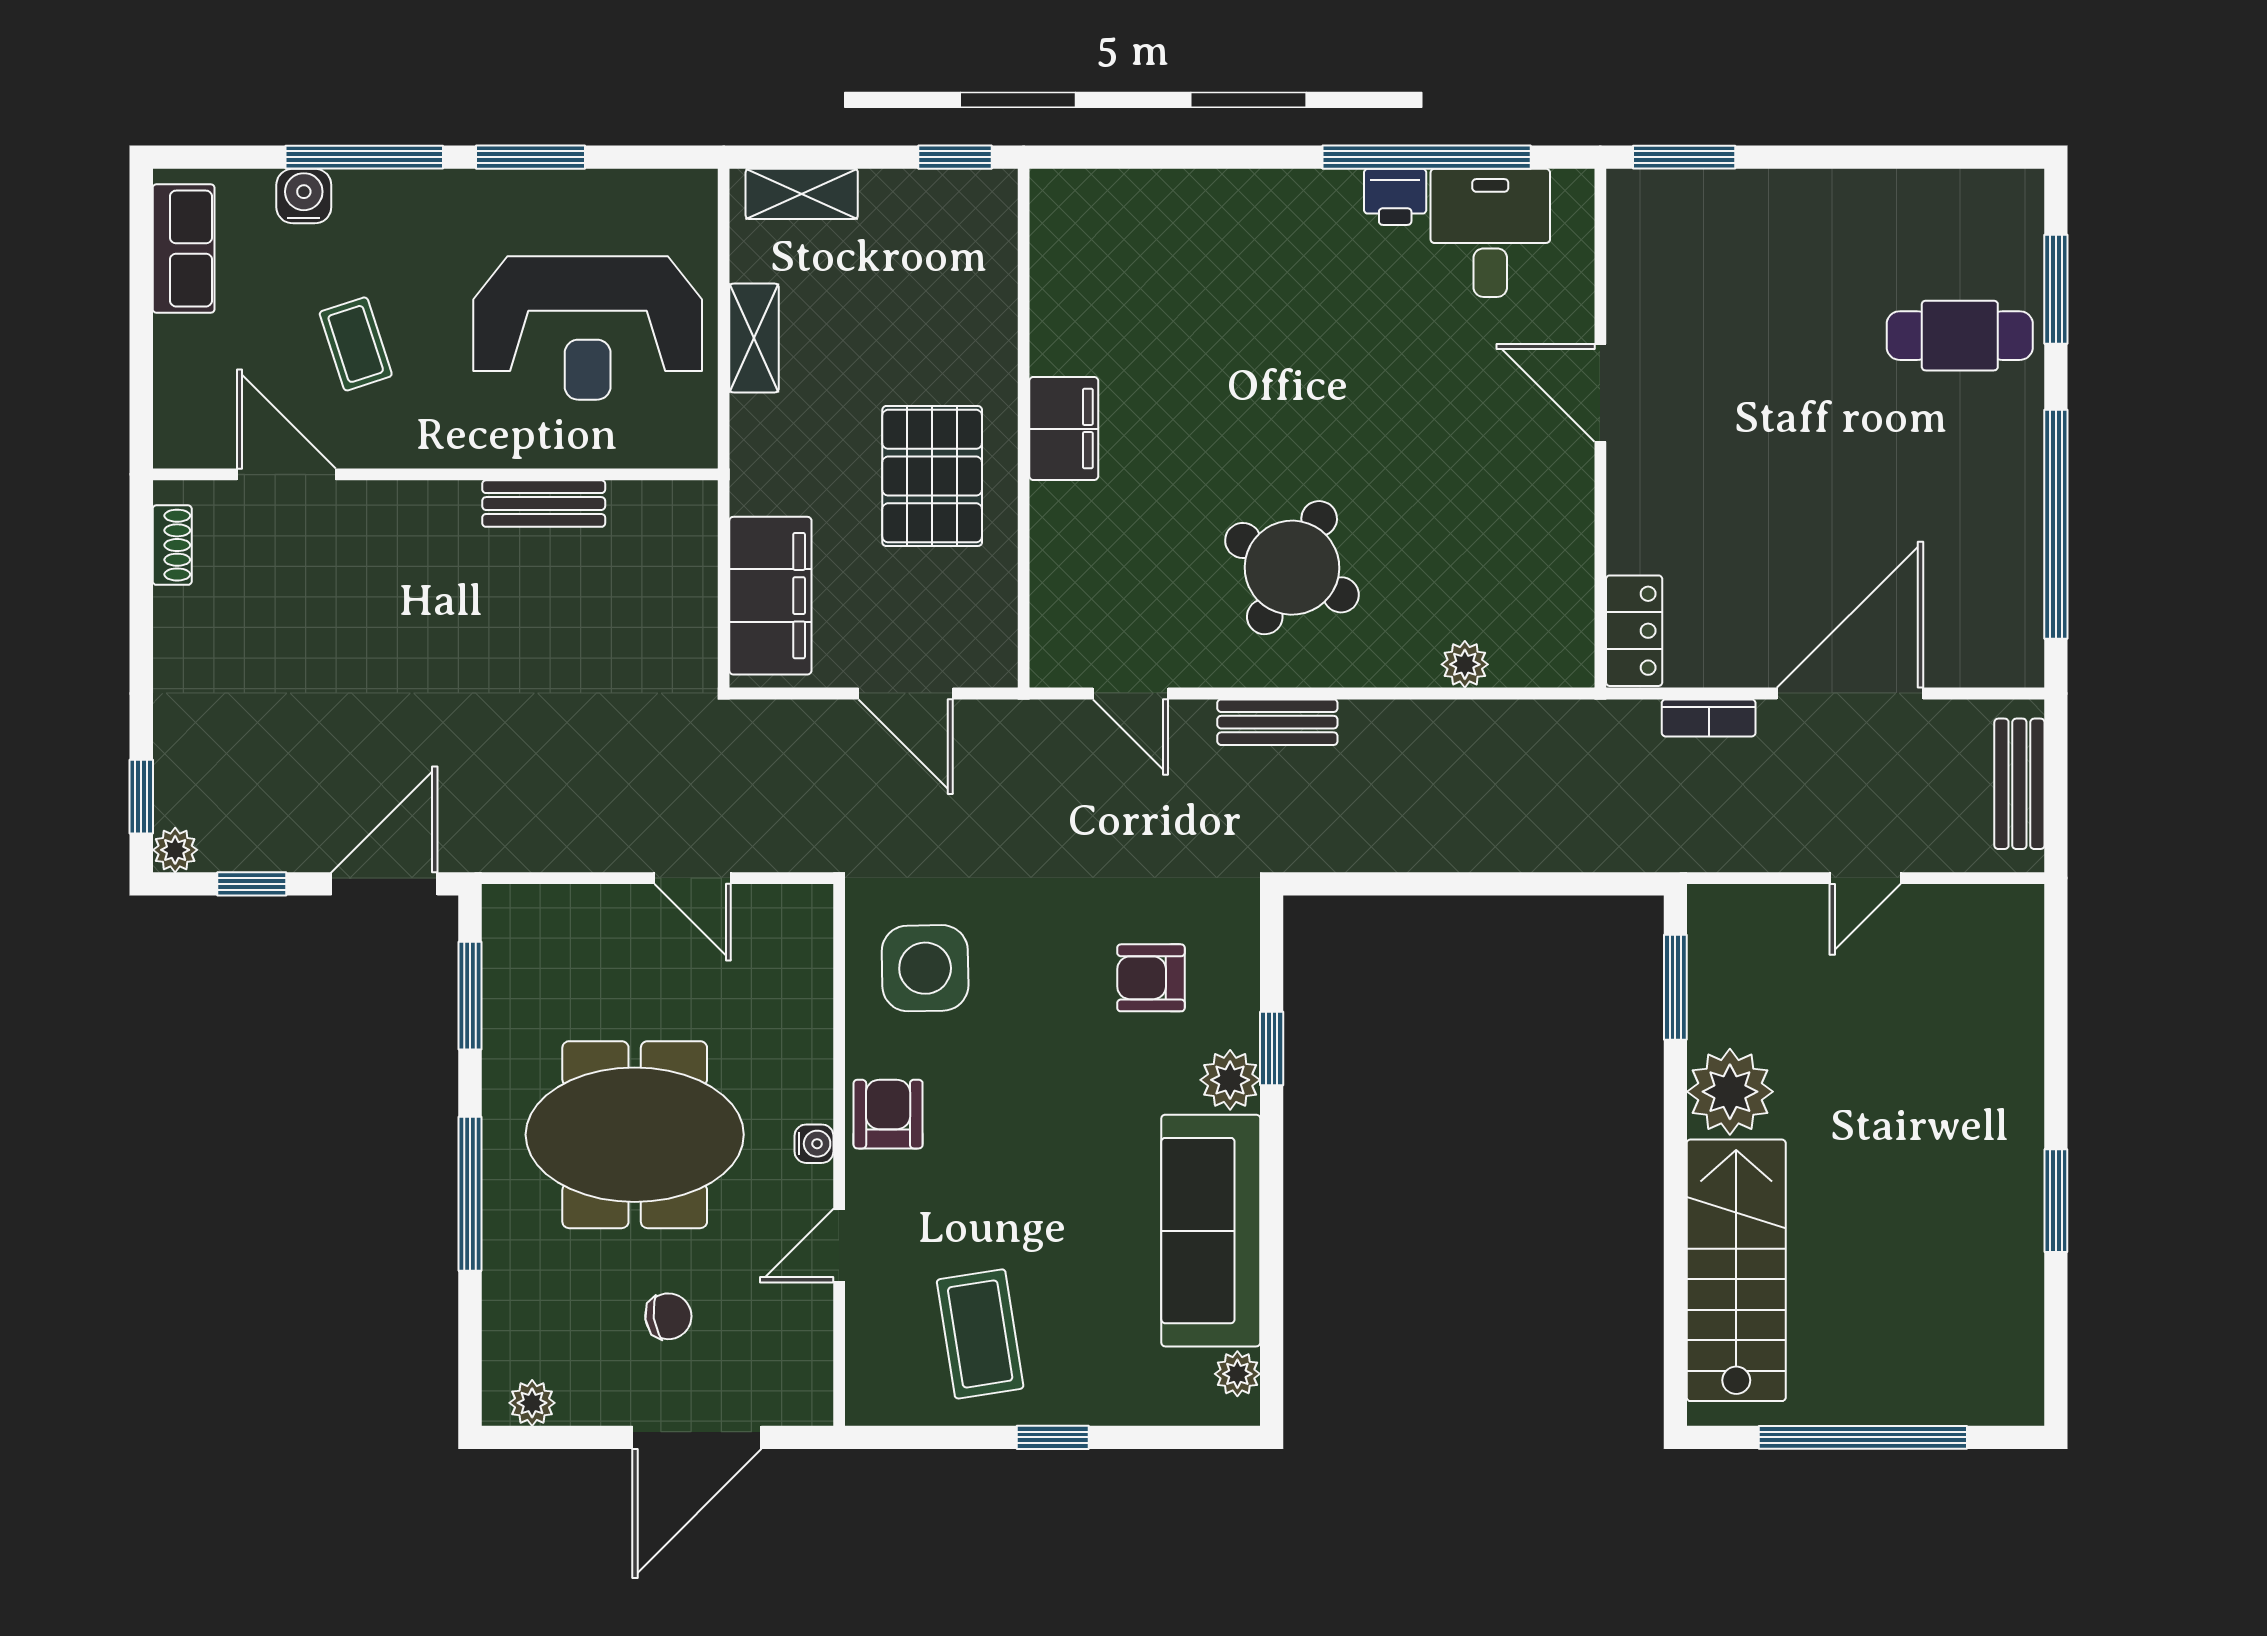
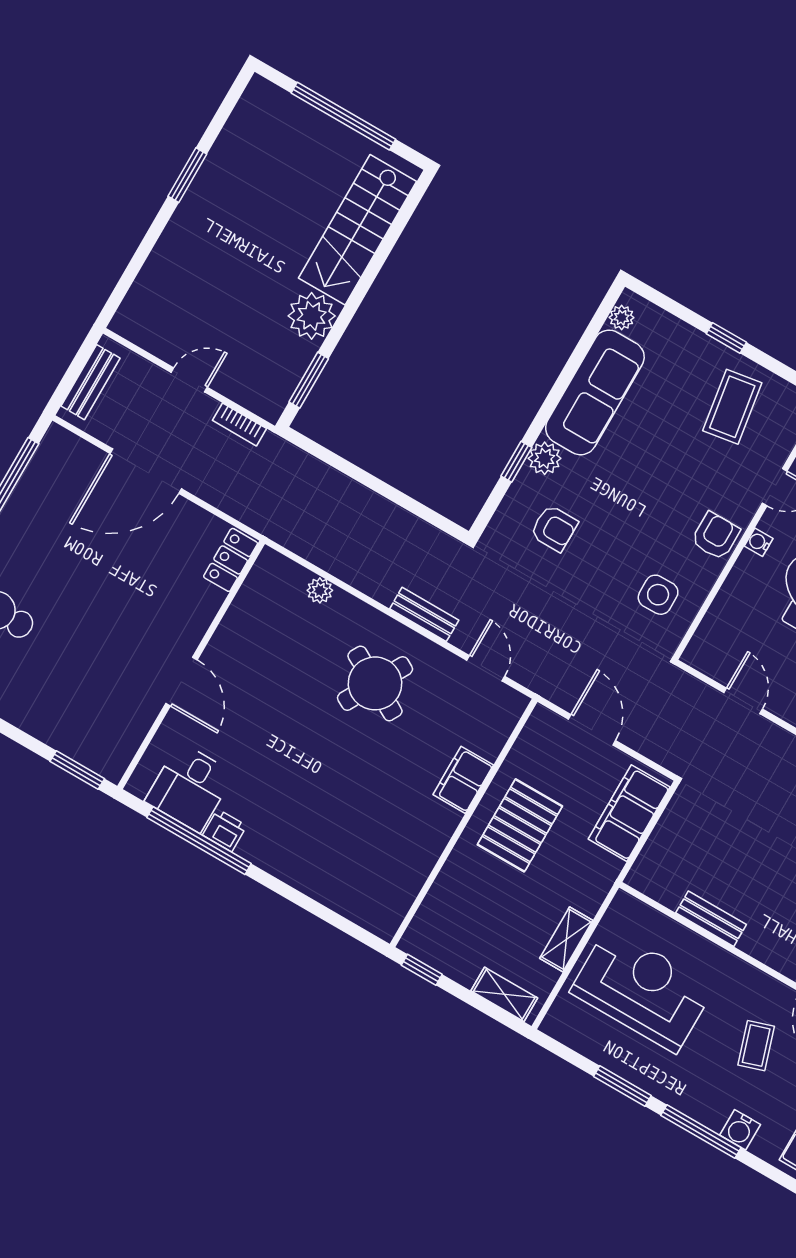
filing cabinet: (1064, 429) -> (463, 780), moved
bookcase: (1709, 718) -> (239, 424), moved, turned 180
side table: (925, 968) -> (658, 595), width x0.73, depth x0.73
armchair: (888, 1114) -> (716, 536), turned 180

